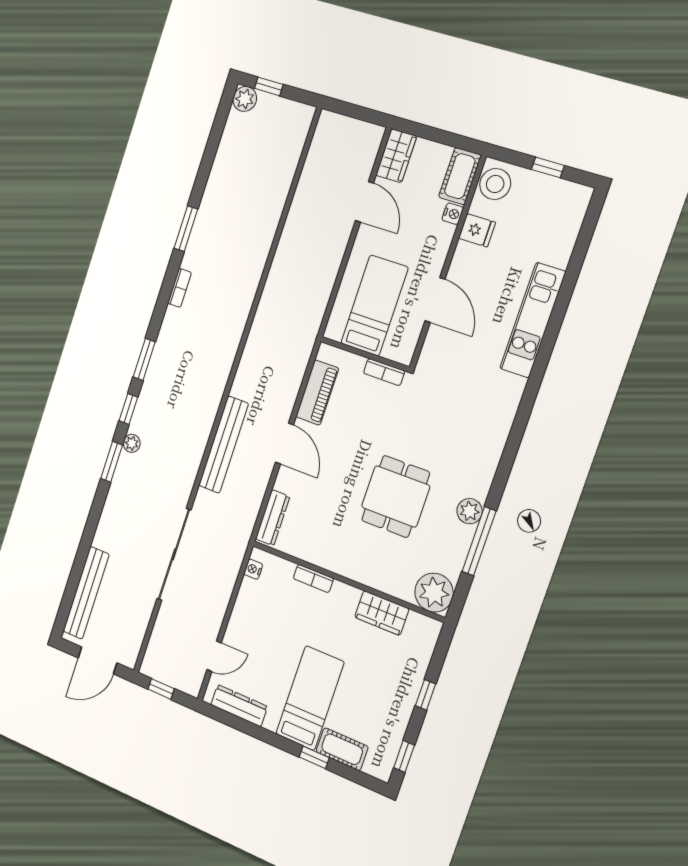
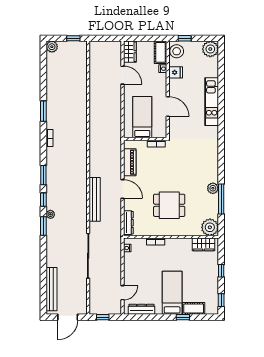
window: (269, 86) -> (73, 38), moved
window: (548, 167) -> (185, 38), moved
plant: (571, 201) -> (210, 49), added
dining table: (396, 496) -> (169, 205), moved, turned 90
wardrobe: (382, 613) -> (204, 244), moved

